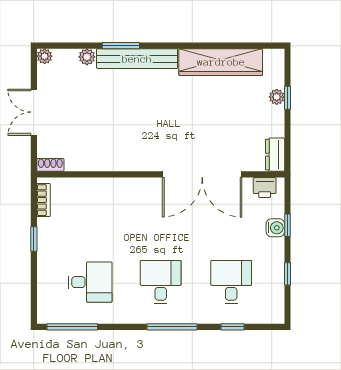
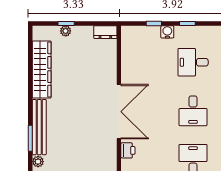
double door: (202, 174) -> (119, 112), moved
printer: (265, 188) -> (128, 150), moved
water cooler: (275, 228) -> (167, 32), moved
desk: (161, 282) -> (193, 111), turned -90

